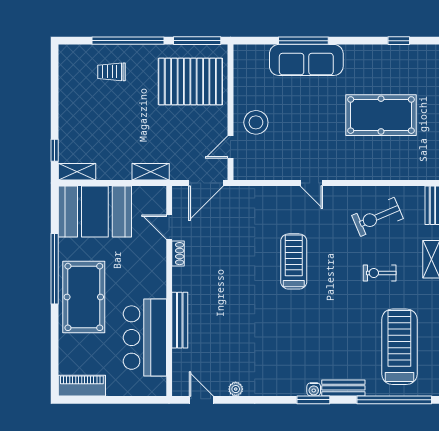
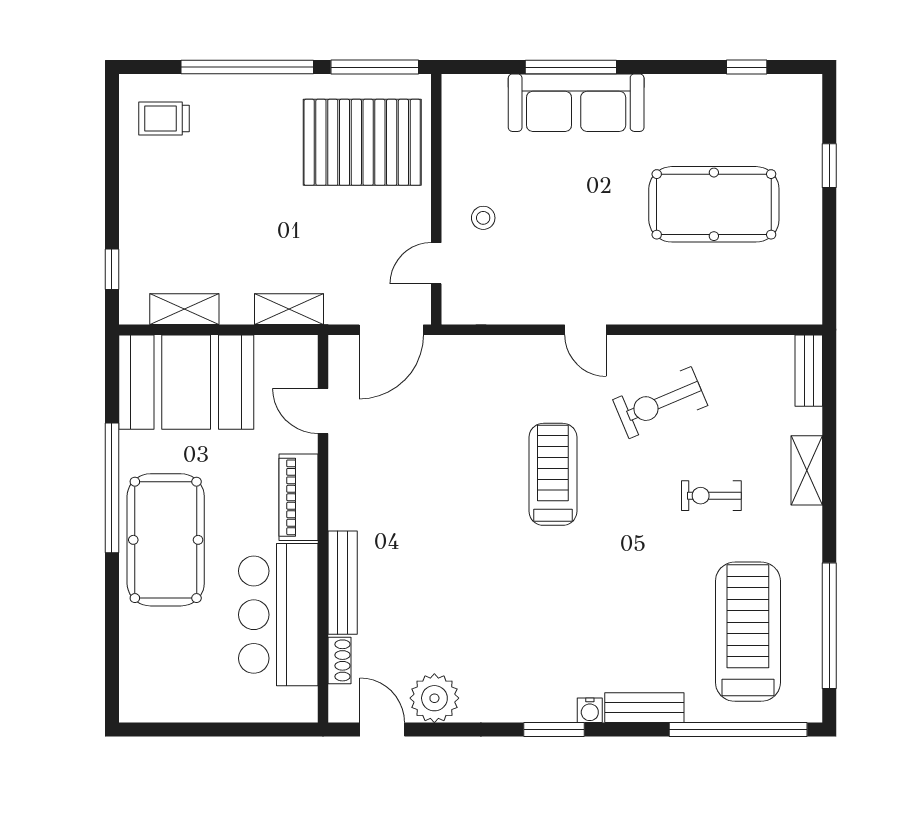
trolley: (112, 72) -> (164, 118), moved
stool: (256, 122) -> (483, 218), width x0.53, depth x0.53
shelving: (77, 172) -> (184, 309), moved
exercise bike: (377, 217) -> (660, 403), moved
shoe rack: (178, 254) -> (340, 660), moved
piano: (82, 386) -> (298, 497), moved, turned -90
plant: (236, 389) -> (434, 698), width x1.88, depth x1.88
window: (313, 400) -> (554, 730), moved

